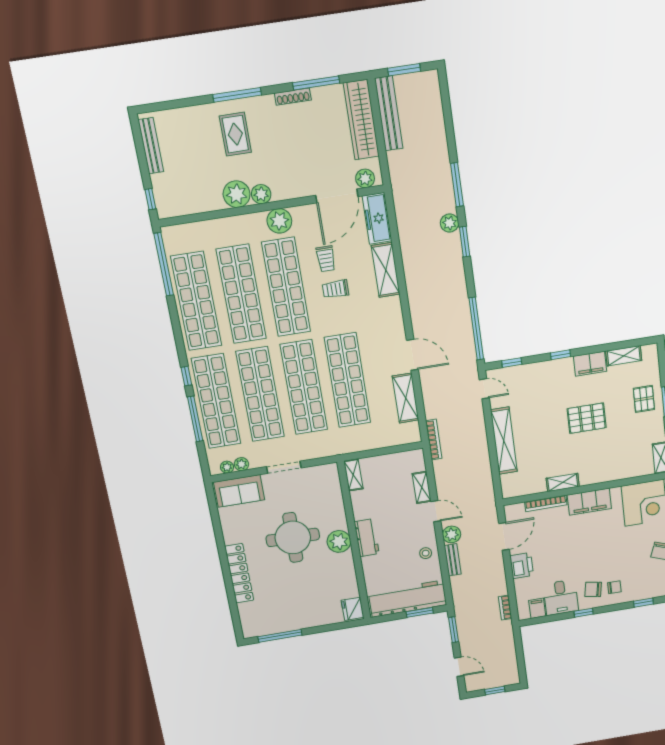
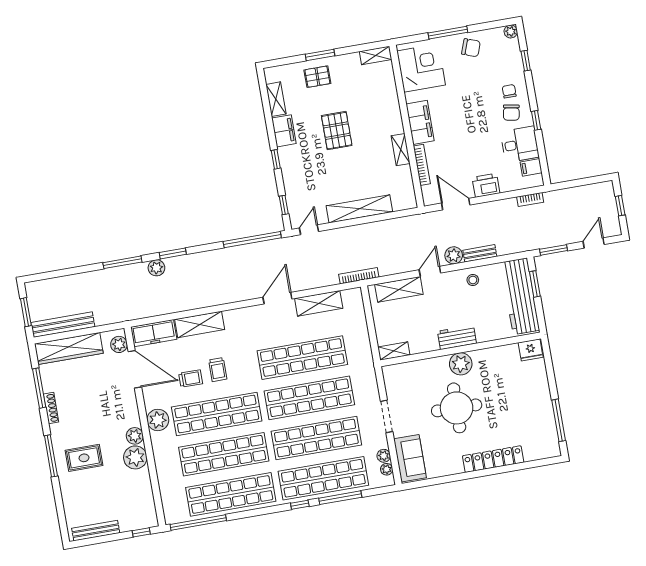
shelving: (422, 487) -> (399, 289), width x1.50, depth x1.33

